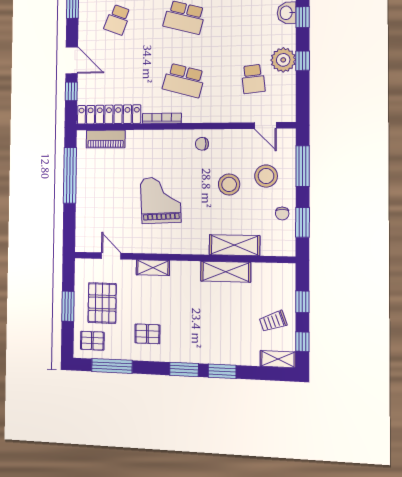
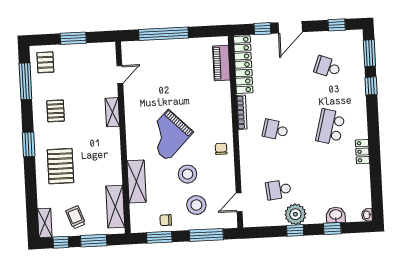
school desk: (184, 80) -> (275, 130), width x0.54
window: (70, 175) -> (163, 34), moved
grand piano: (161, 200) -> (168, 135), moved, turned 138
shelving: (226, 272) -> (115, 207), moved
window: (302, 302) -> (94, 241), width x1.50
pallet: (102, 303) -> (61, 166), moved, turned 90
window: (222, 371) -> (30, 177), removed

